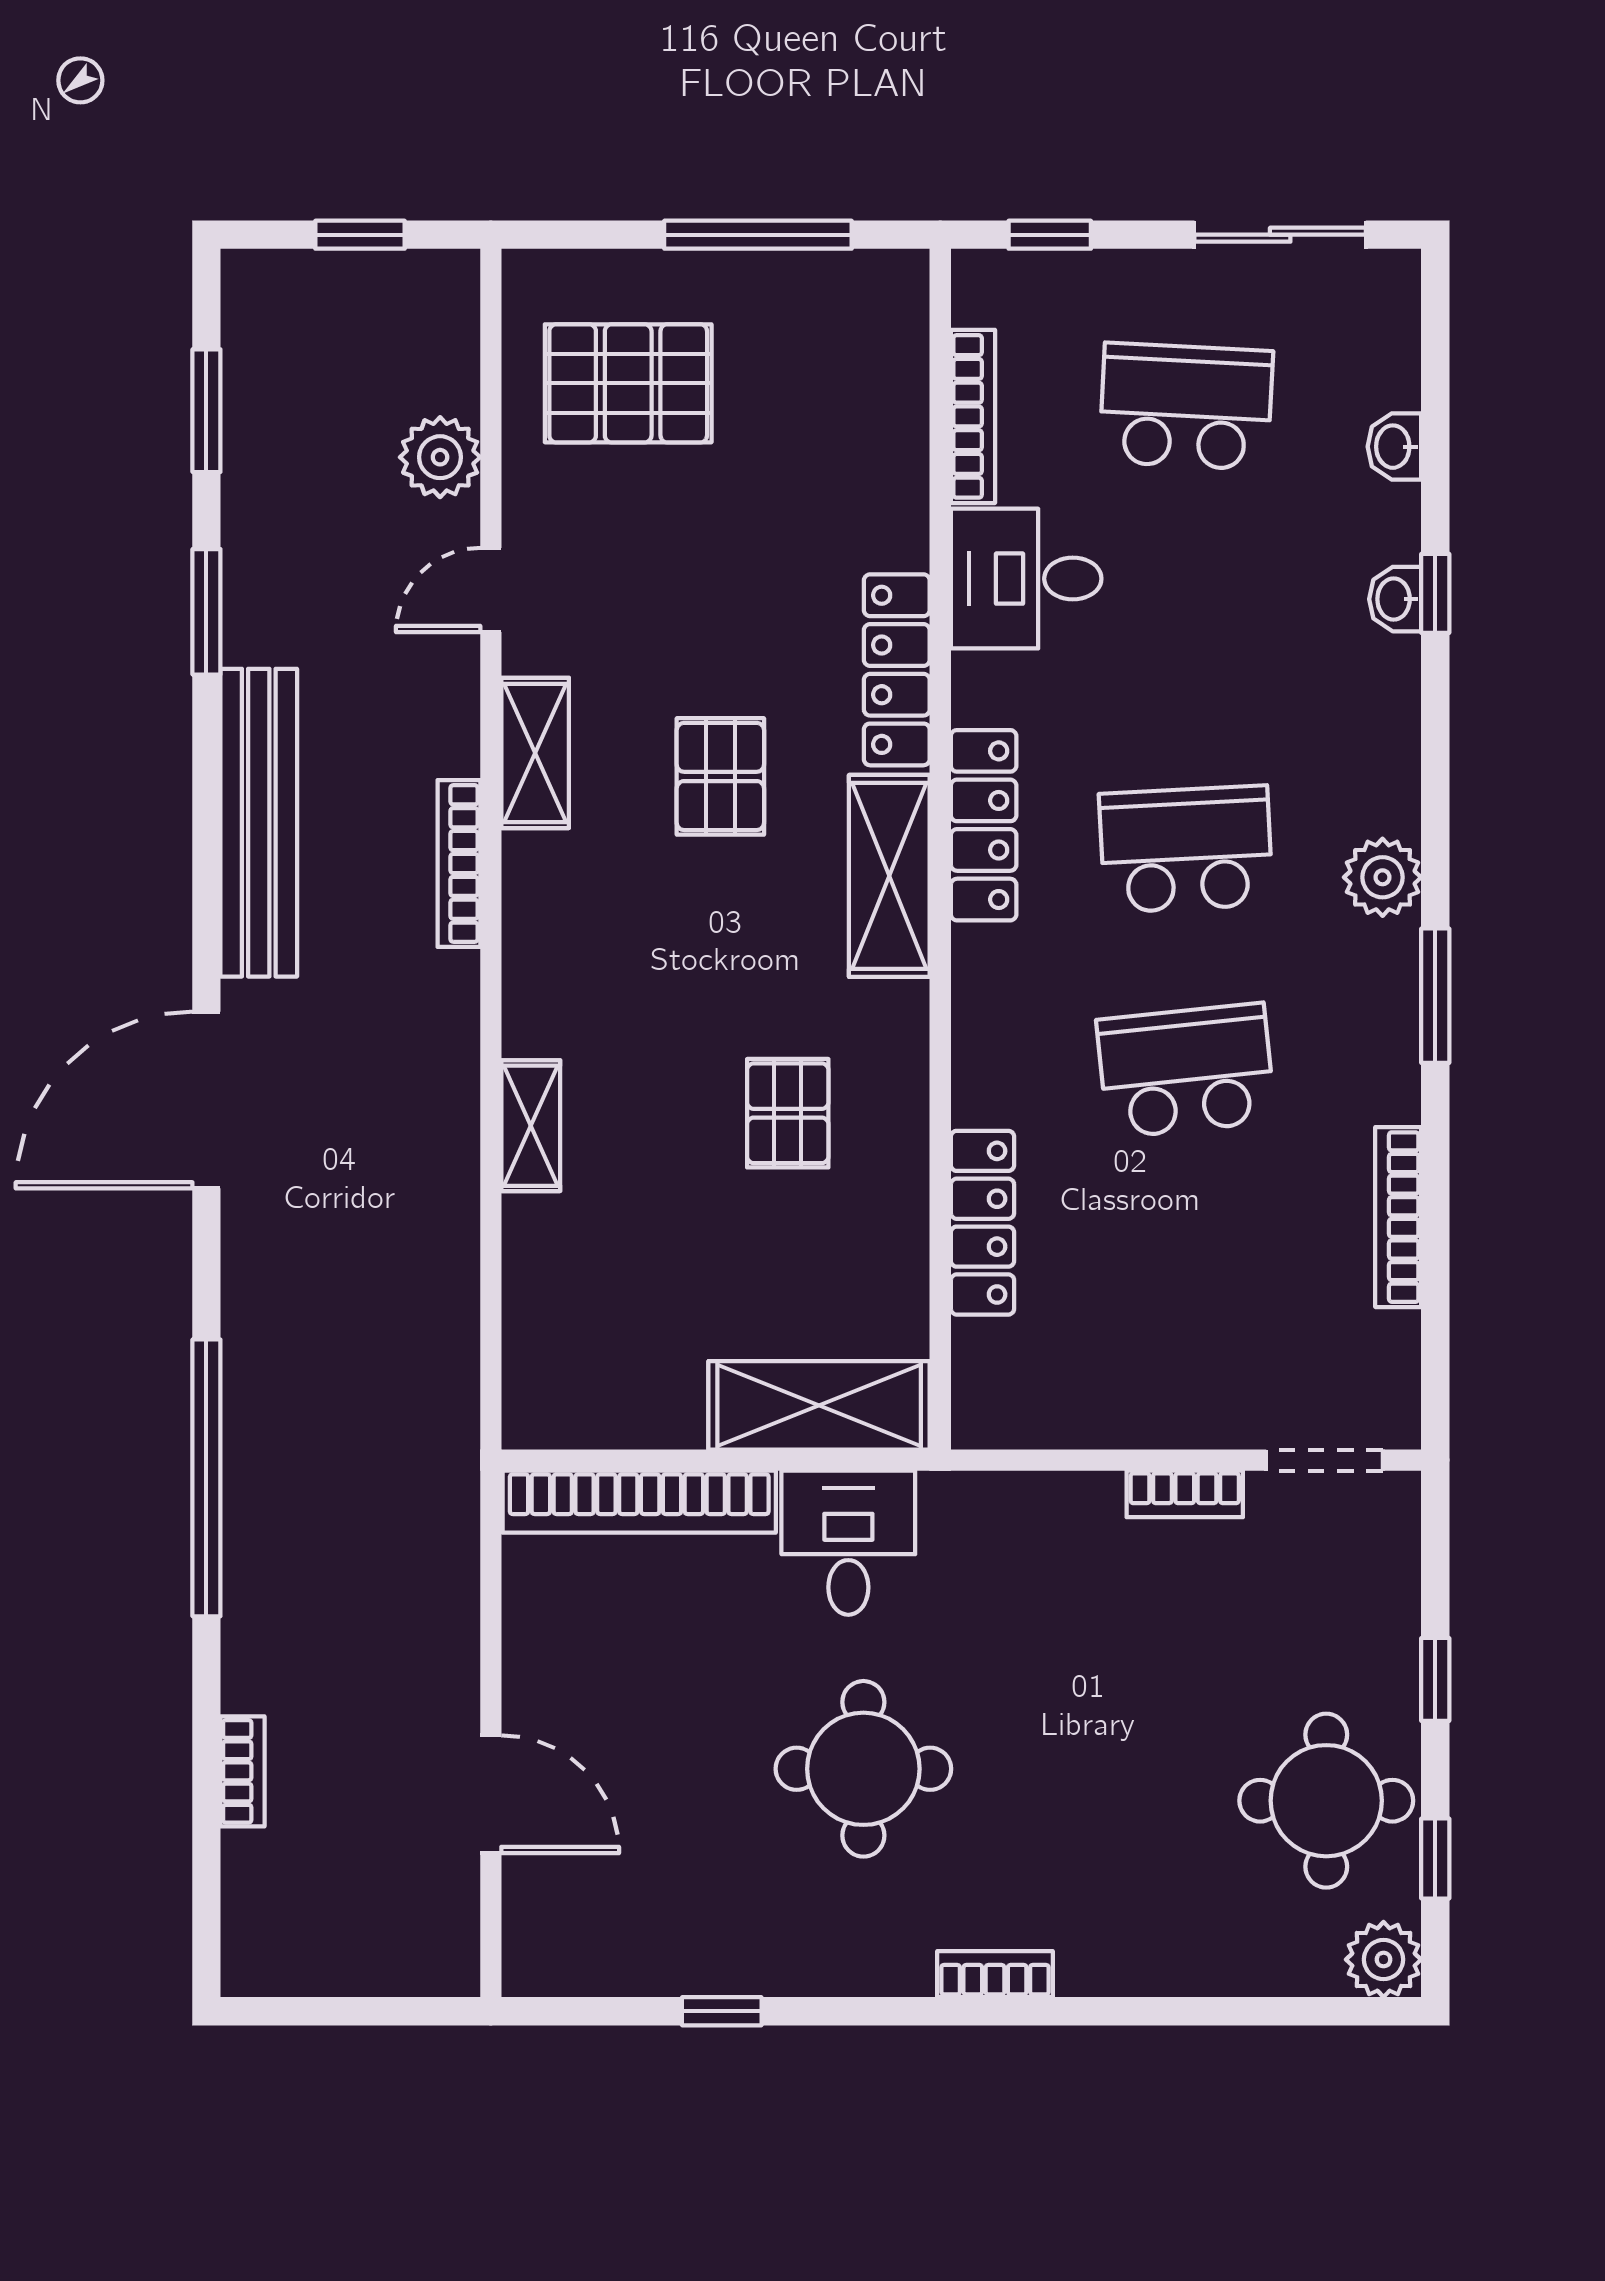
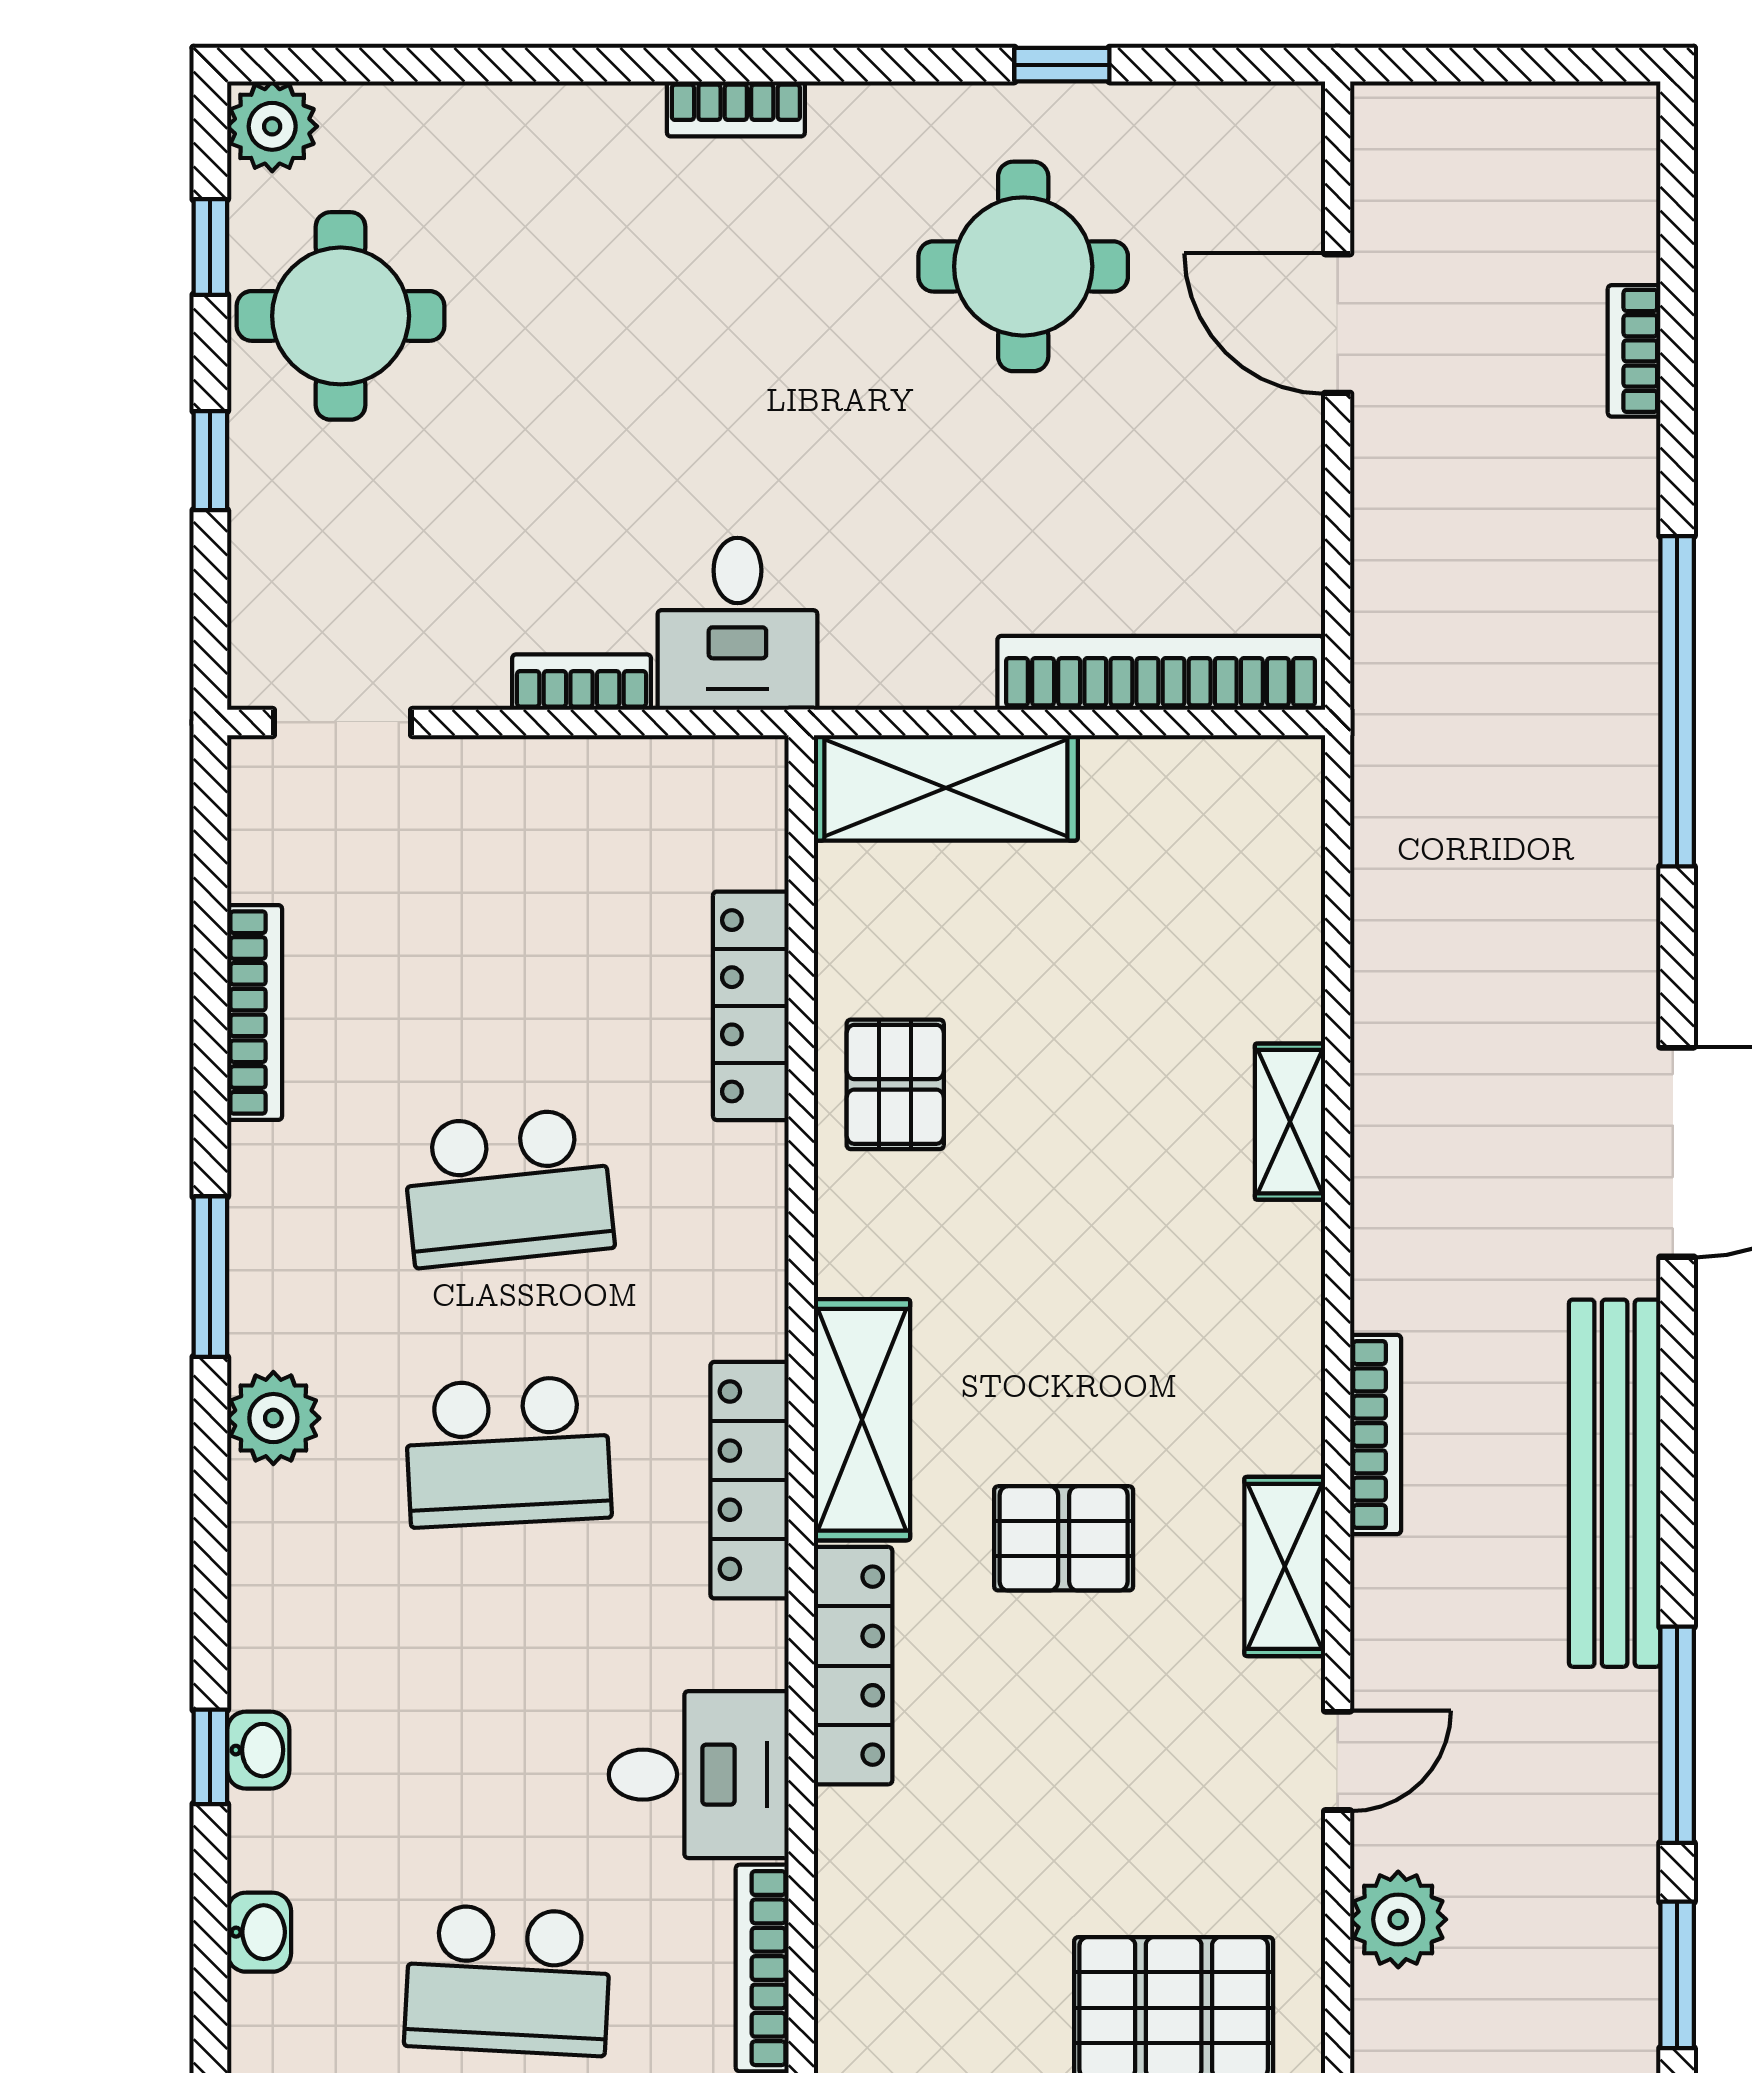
window: (206, 612) -> (1677, 1735), width x1.44
pallet: (720, 776) -> (1064, 1538), turned 90
pallet: (788, 1113) -> (895, 1084), moved
bookcase: (1185, 1494) -> (582, 682), moved
desk: (848, 1543) -> (737, 624), moved
round table: (863, 1769) -> (1023, 266), moved

